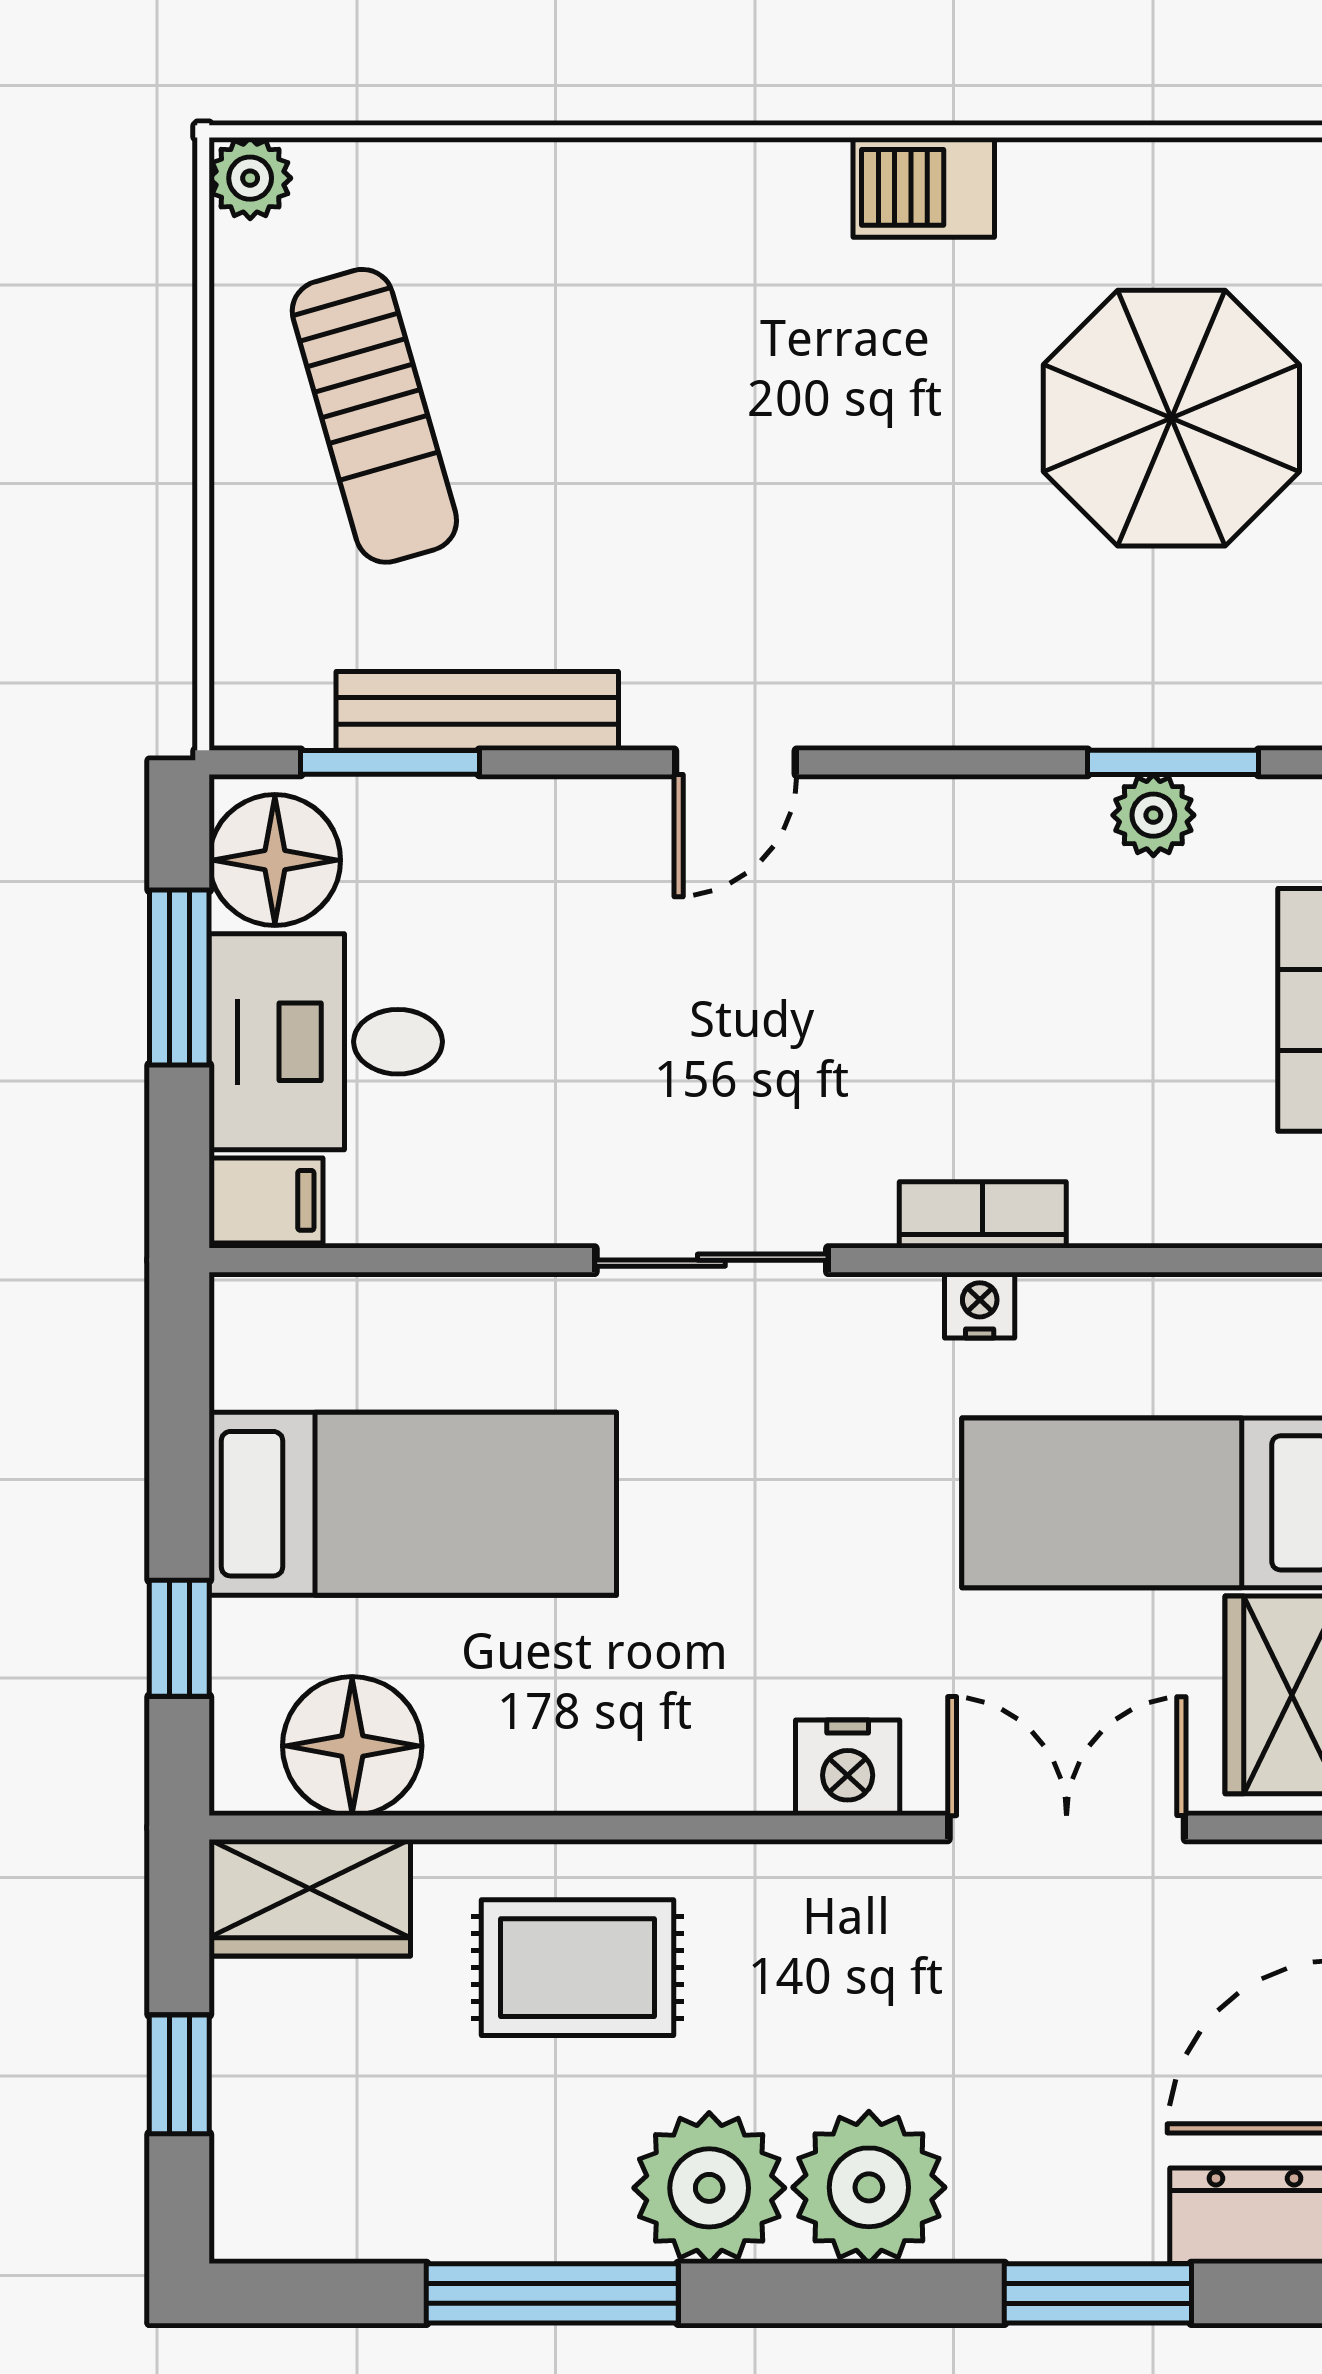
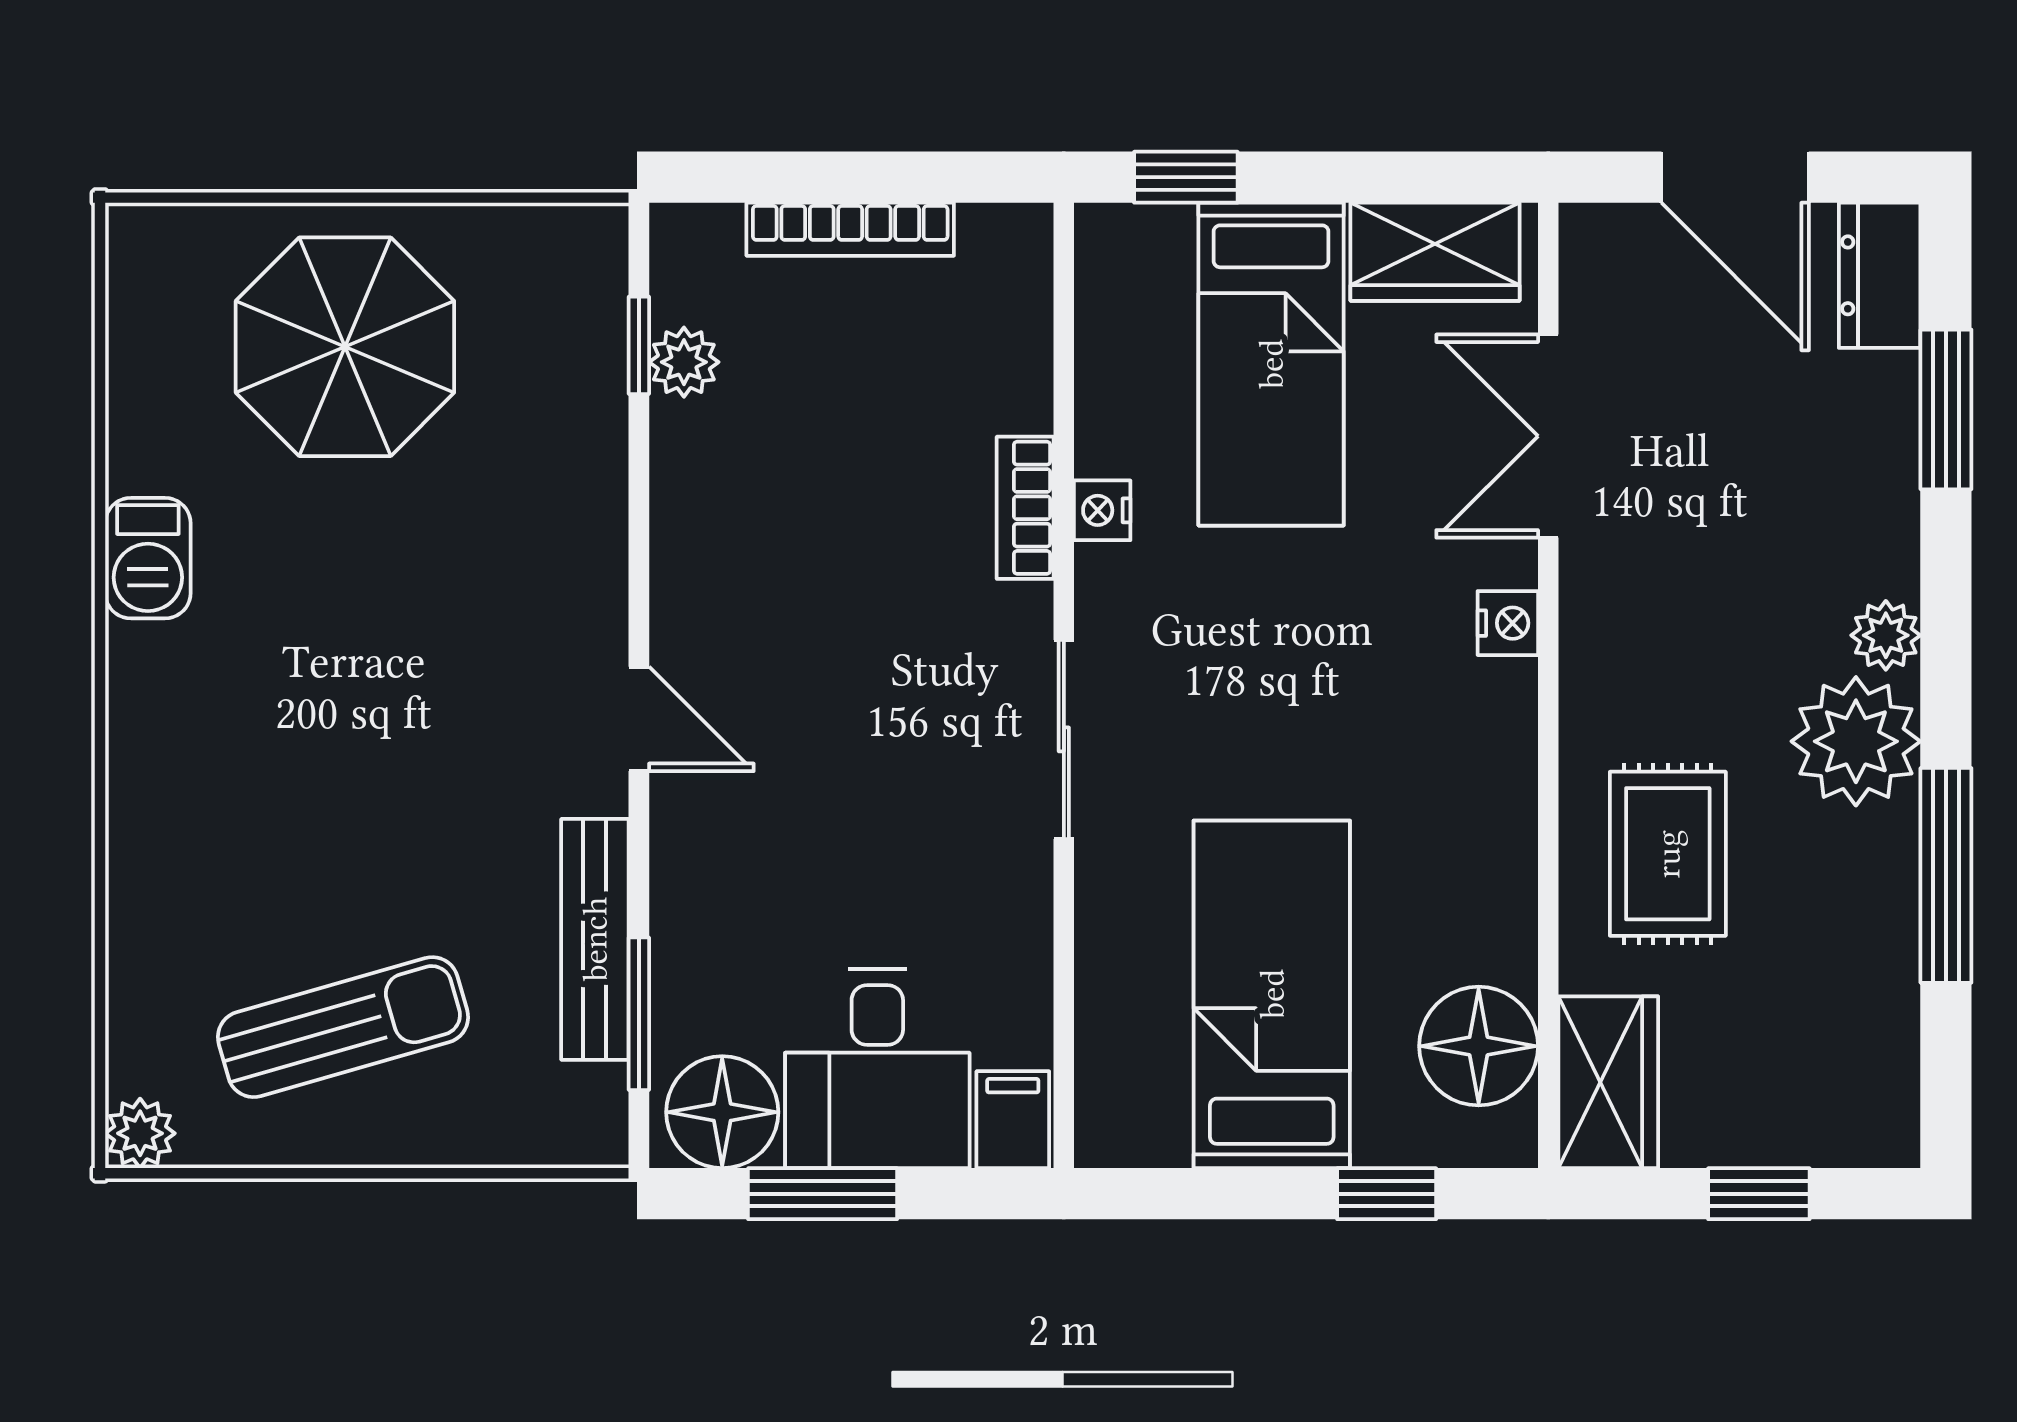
window: (1173, 762) -> (639, 345), width x0.67
nightstand: (848, 1768) -> (1508, 623), width x0.72, depth x0.74
plant: (869, 2187) -> (1886, 635), width x0.53, depth x0.53

